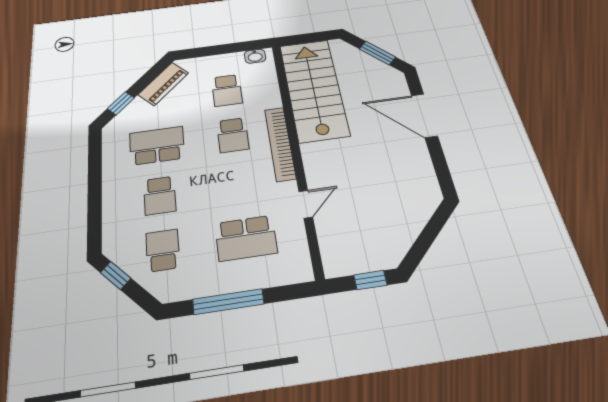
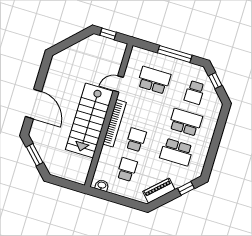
stairs: (314, 89) -> (89, 120), moved
school desk: (160, 195) -> (186, 122), width x1.85
window: (116, 275) -> (215, 81), moved

